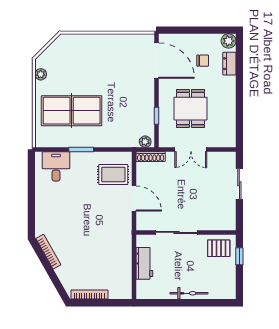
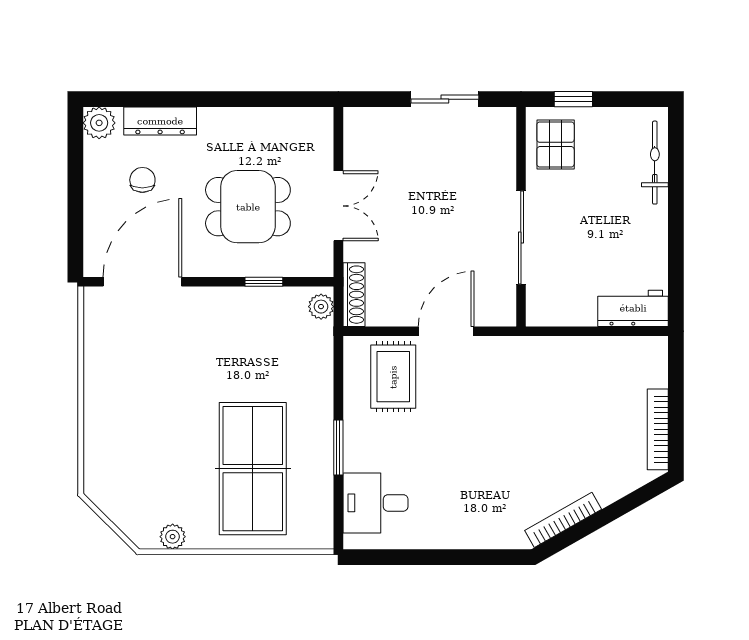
dresser: (229, 64) -> (160, 121), width x1.44
sliding door: (239, 184) -> (445, 99), moved
workbench: (144, 263) -> (633, 308), moved
bicycle: (189, 293) -> (655, 163), moved

